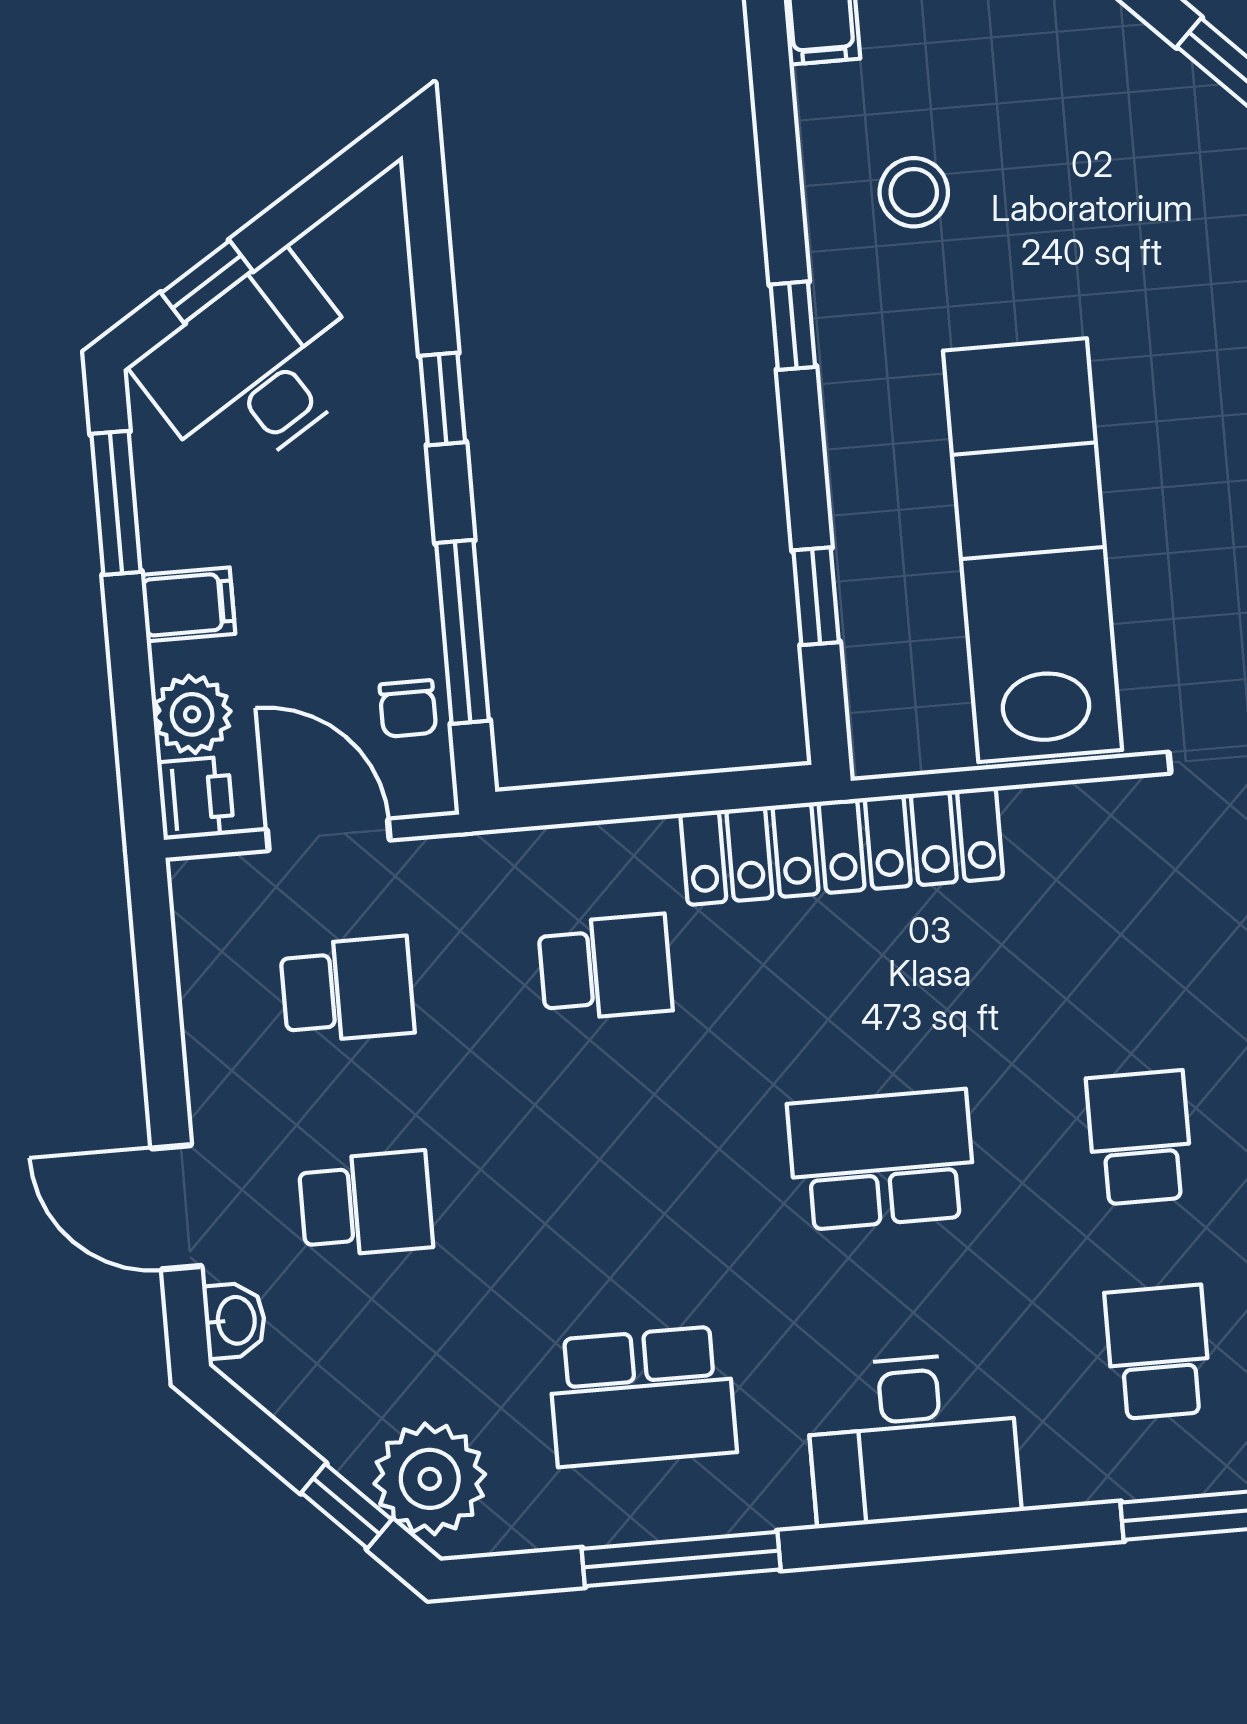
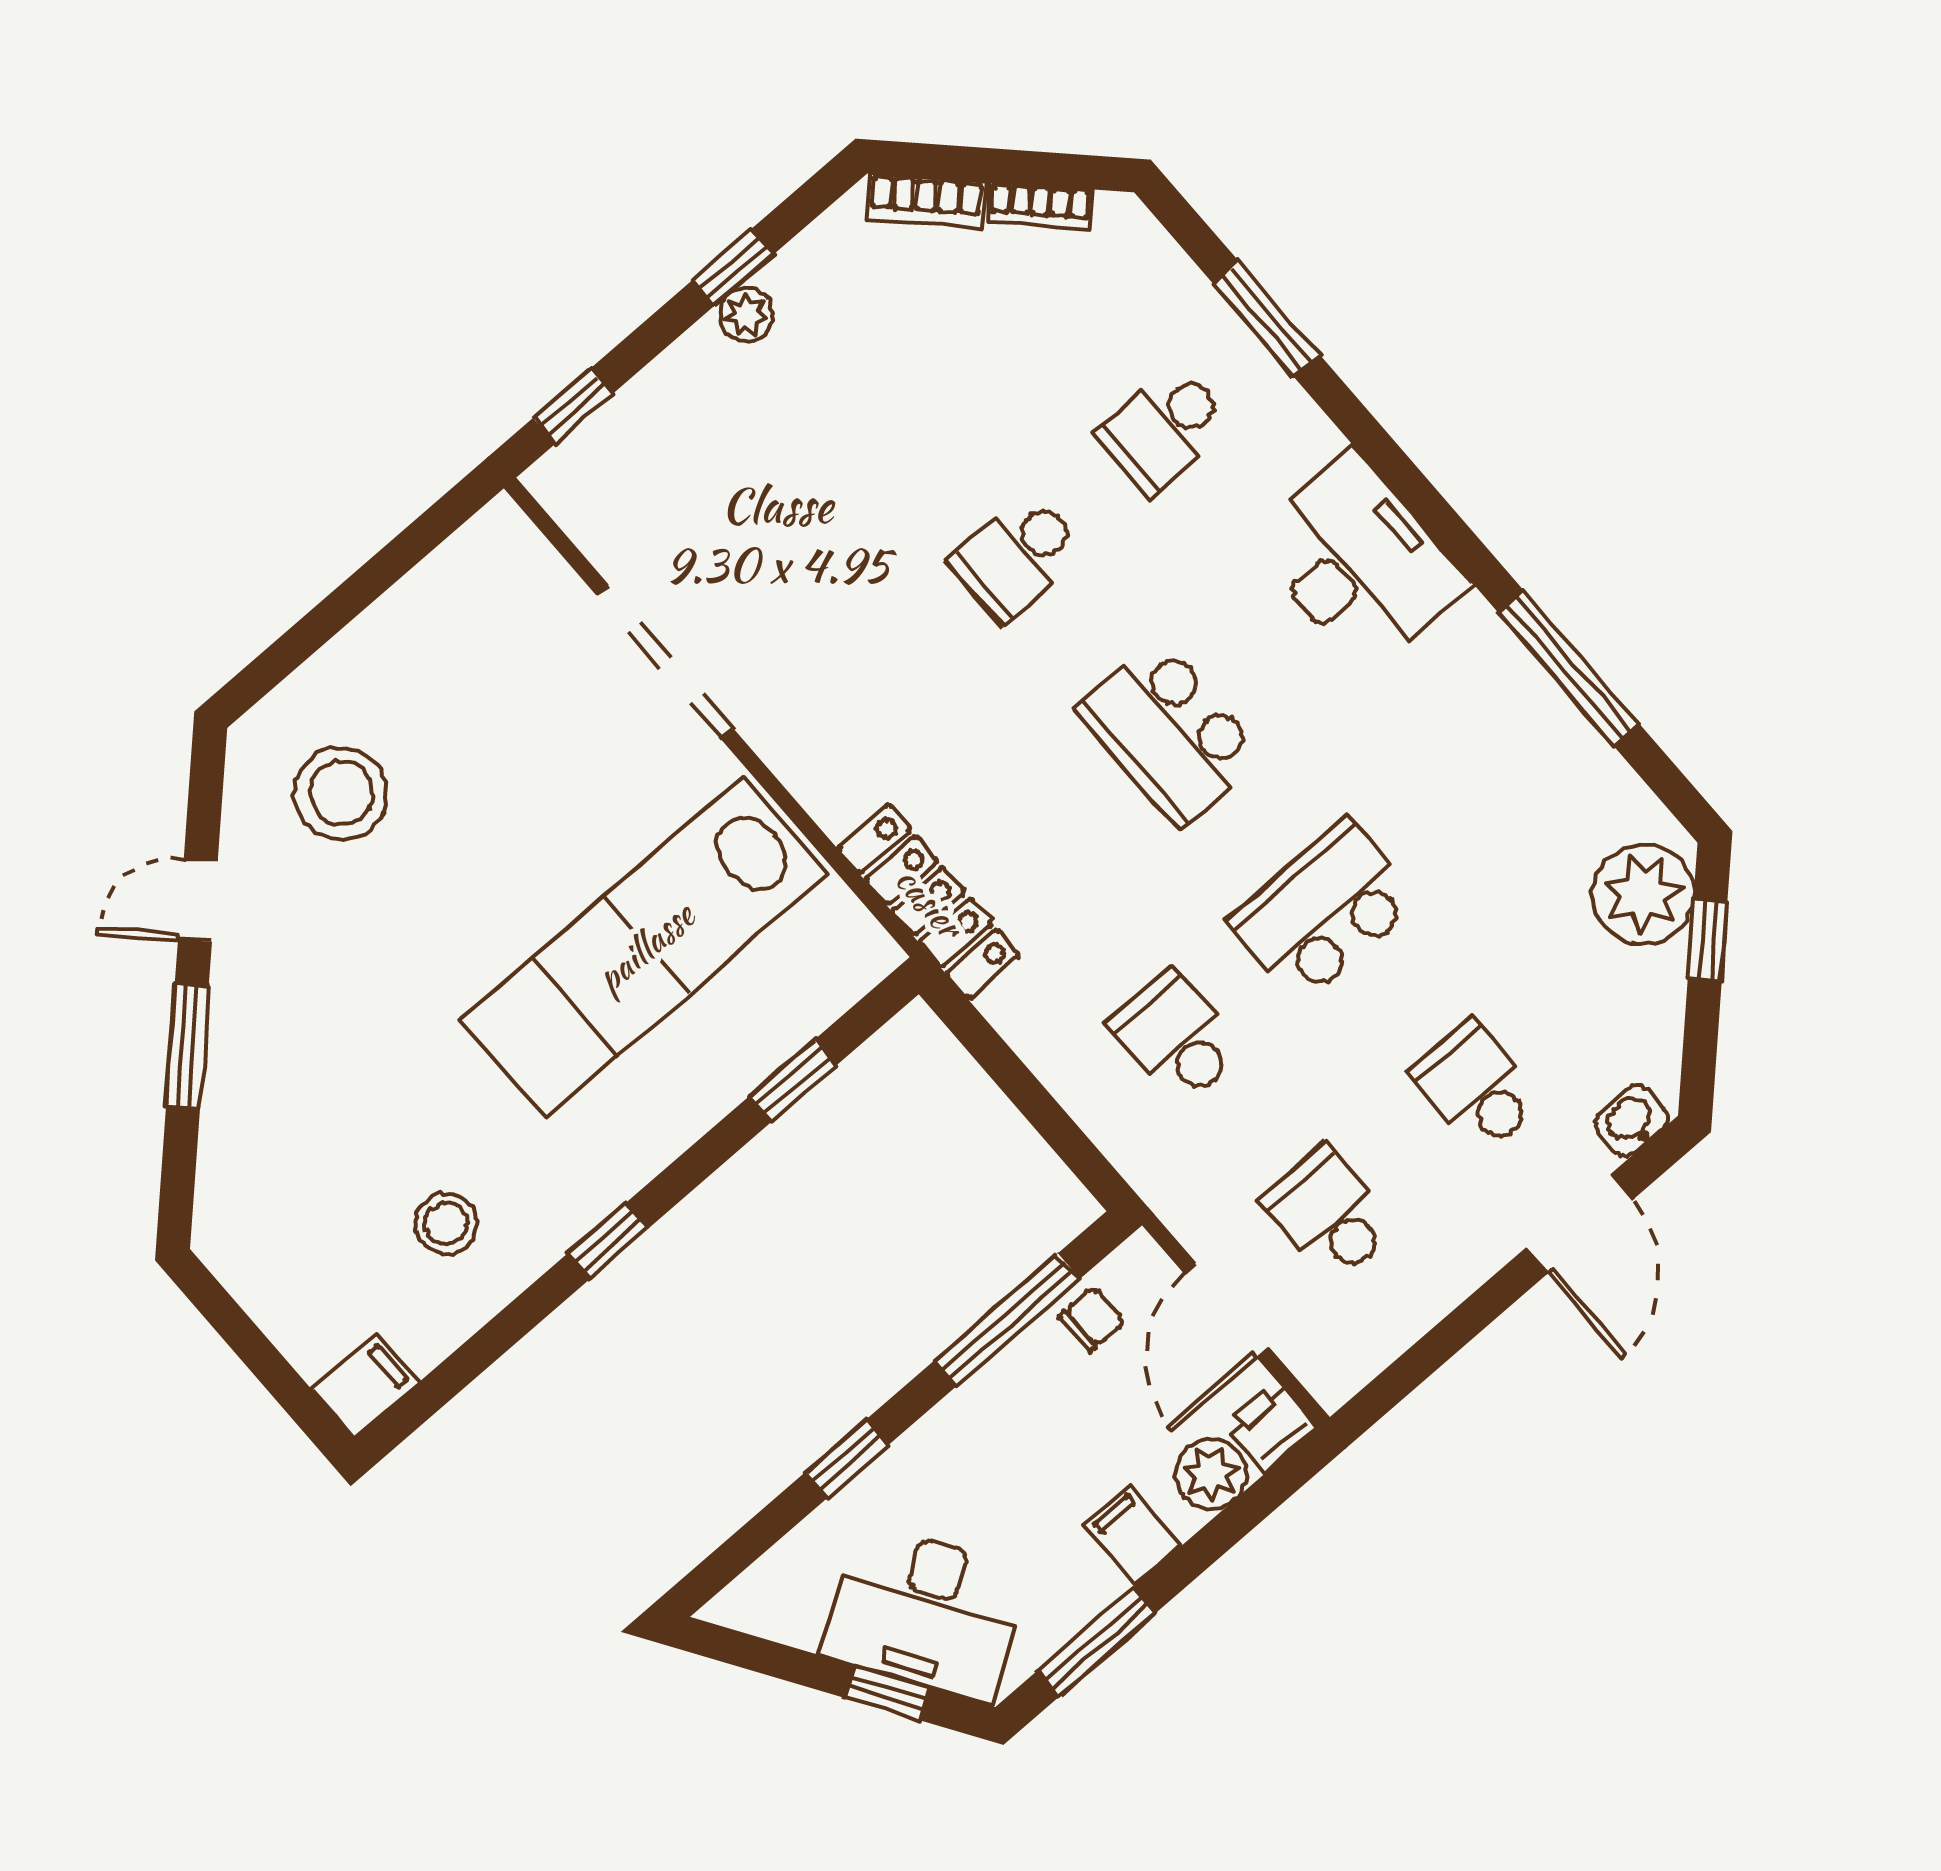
locker: (842, 846) -> (929, 902), width x0.71, depth x0.83
school desk: (642, 1396) -> (1323, 910), moved, turned -90

